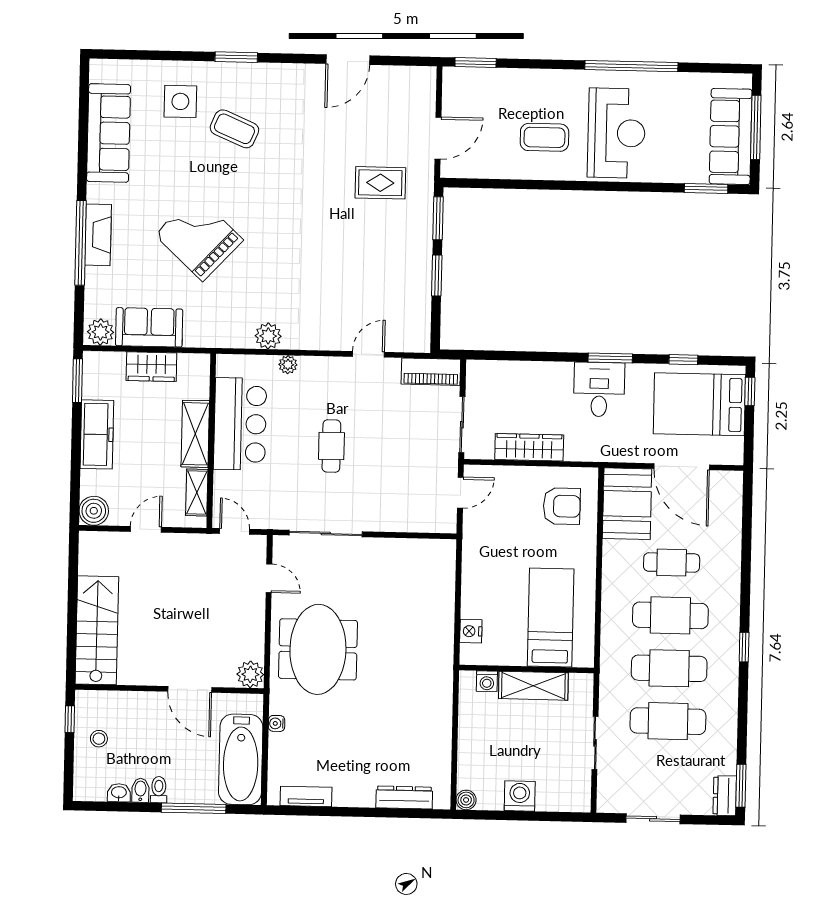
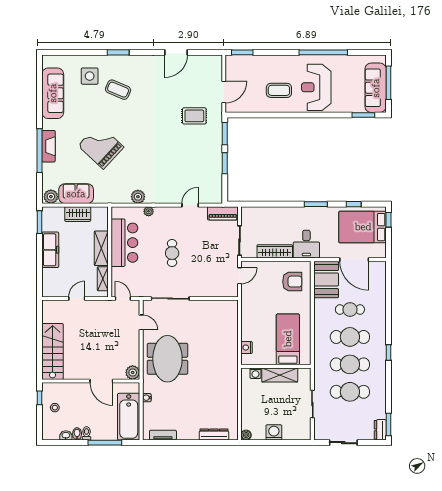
reception desk: (616, 133) -> (316, 87), turned 180
desk: (599, 389) -> (306, 244), moved, turned 180
boiler: (94, 511) -> (50, 289), removed

